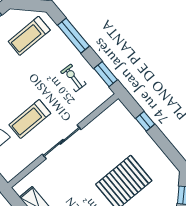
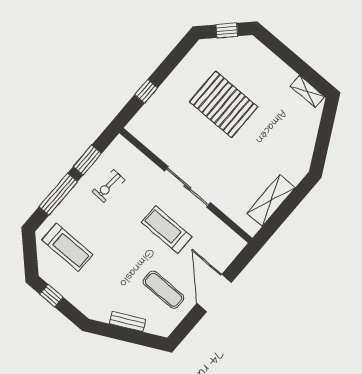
window: (106, 74) -> (87, 160), moved
treadmill: (30, 119) -> (167, 230), turned 180

